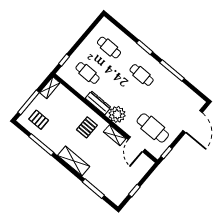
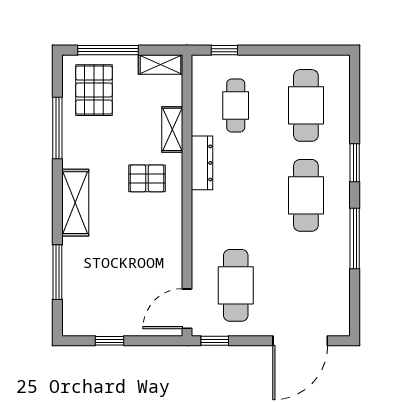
cafe table: (109, 48) -> (306, 105), width x1.37, depth x1.35
cafe table: (142, 75) -> (306, 195), width x1.37, depth x1.35
plant: (117, 114) -> (209, 209), removed
pallet: (39, 120) -> (94, 90), width x1.50, depth x1.42
shelving: (115, 135) -> (172, 129), moved
door: (136, 144) -> (187, 309), moved

